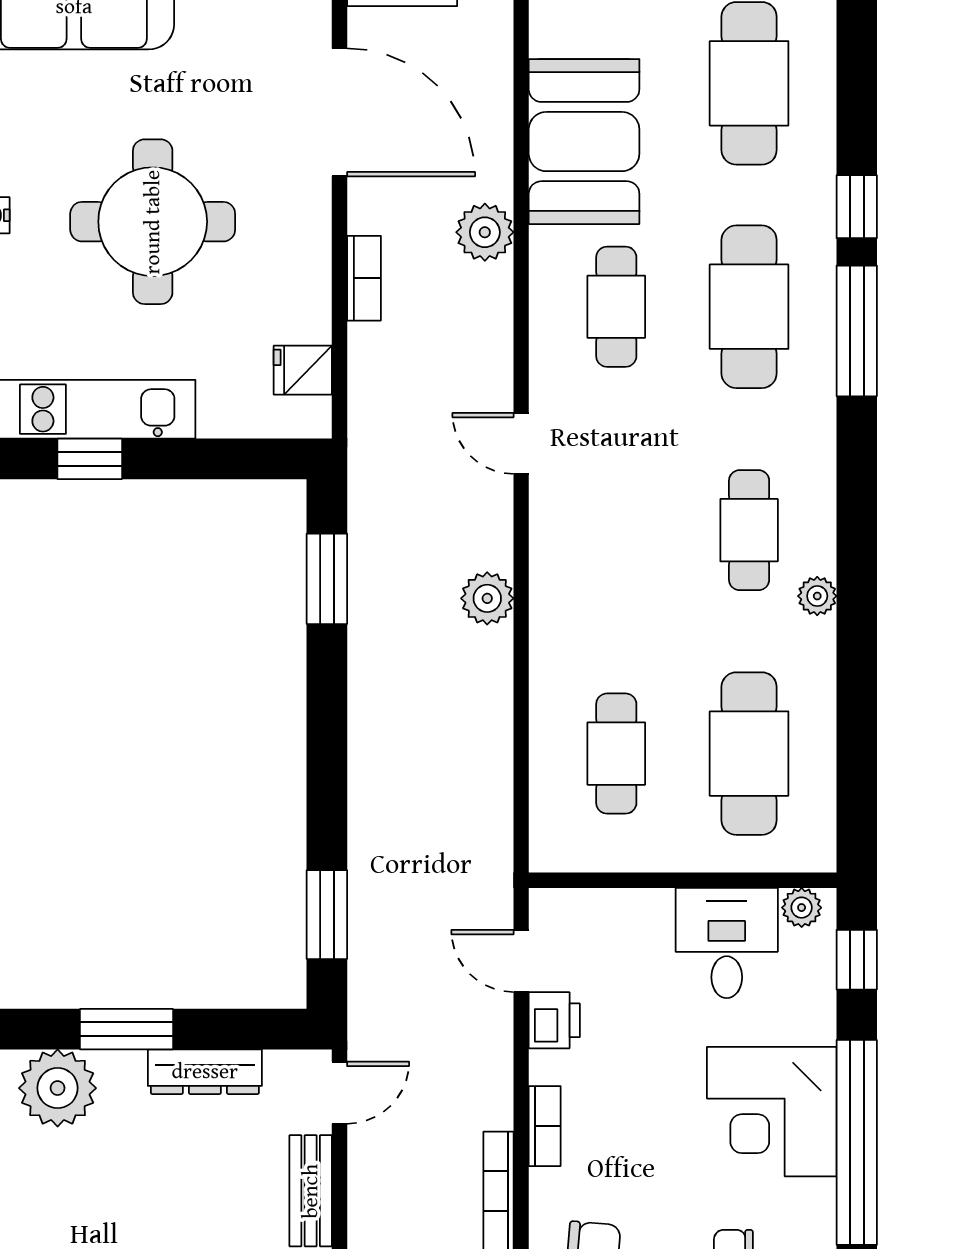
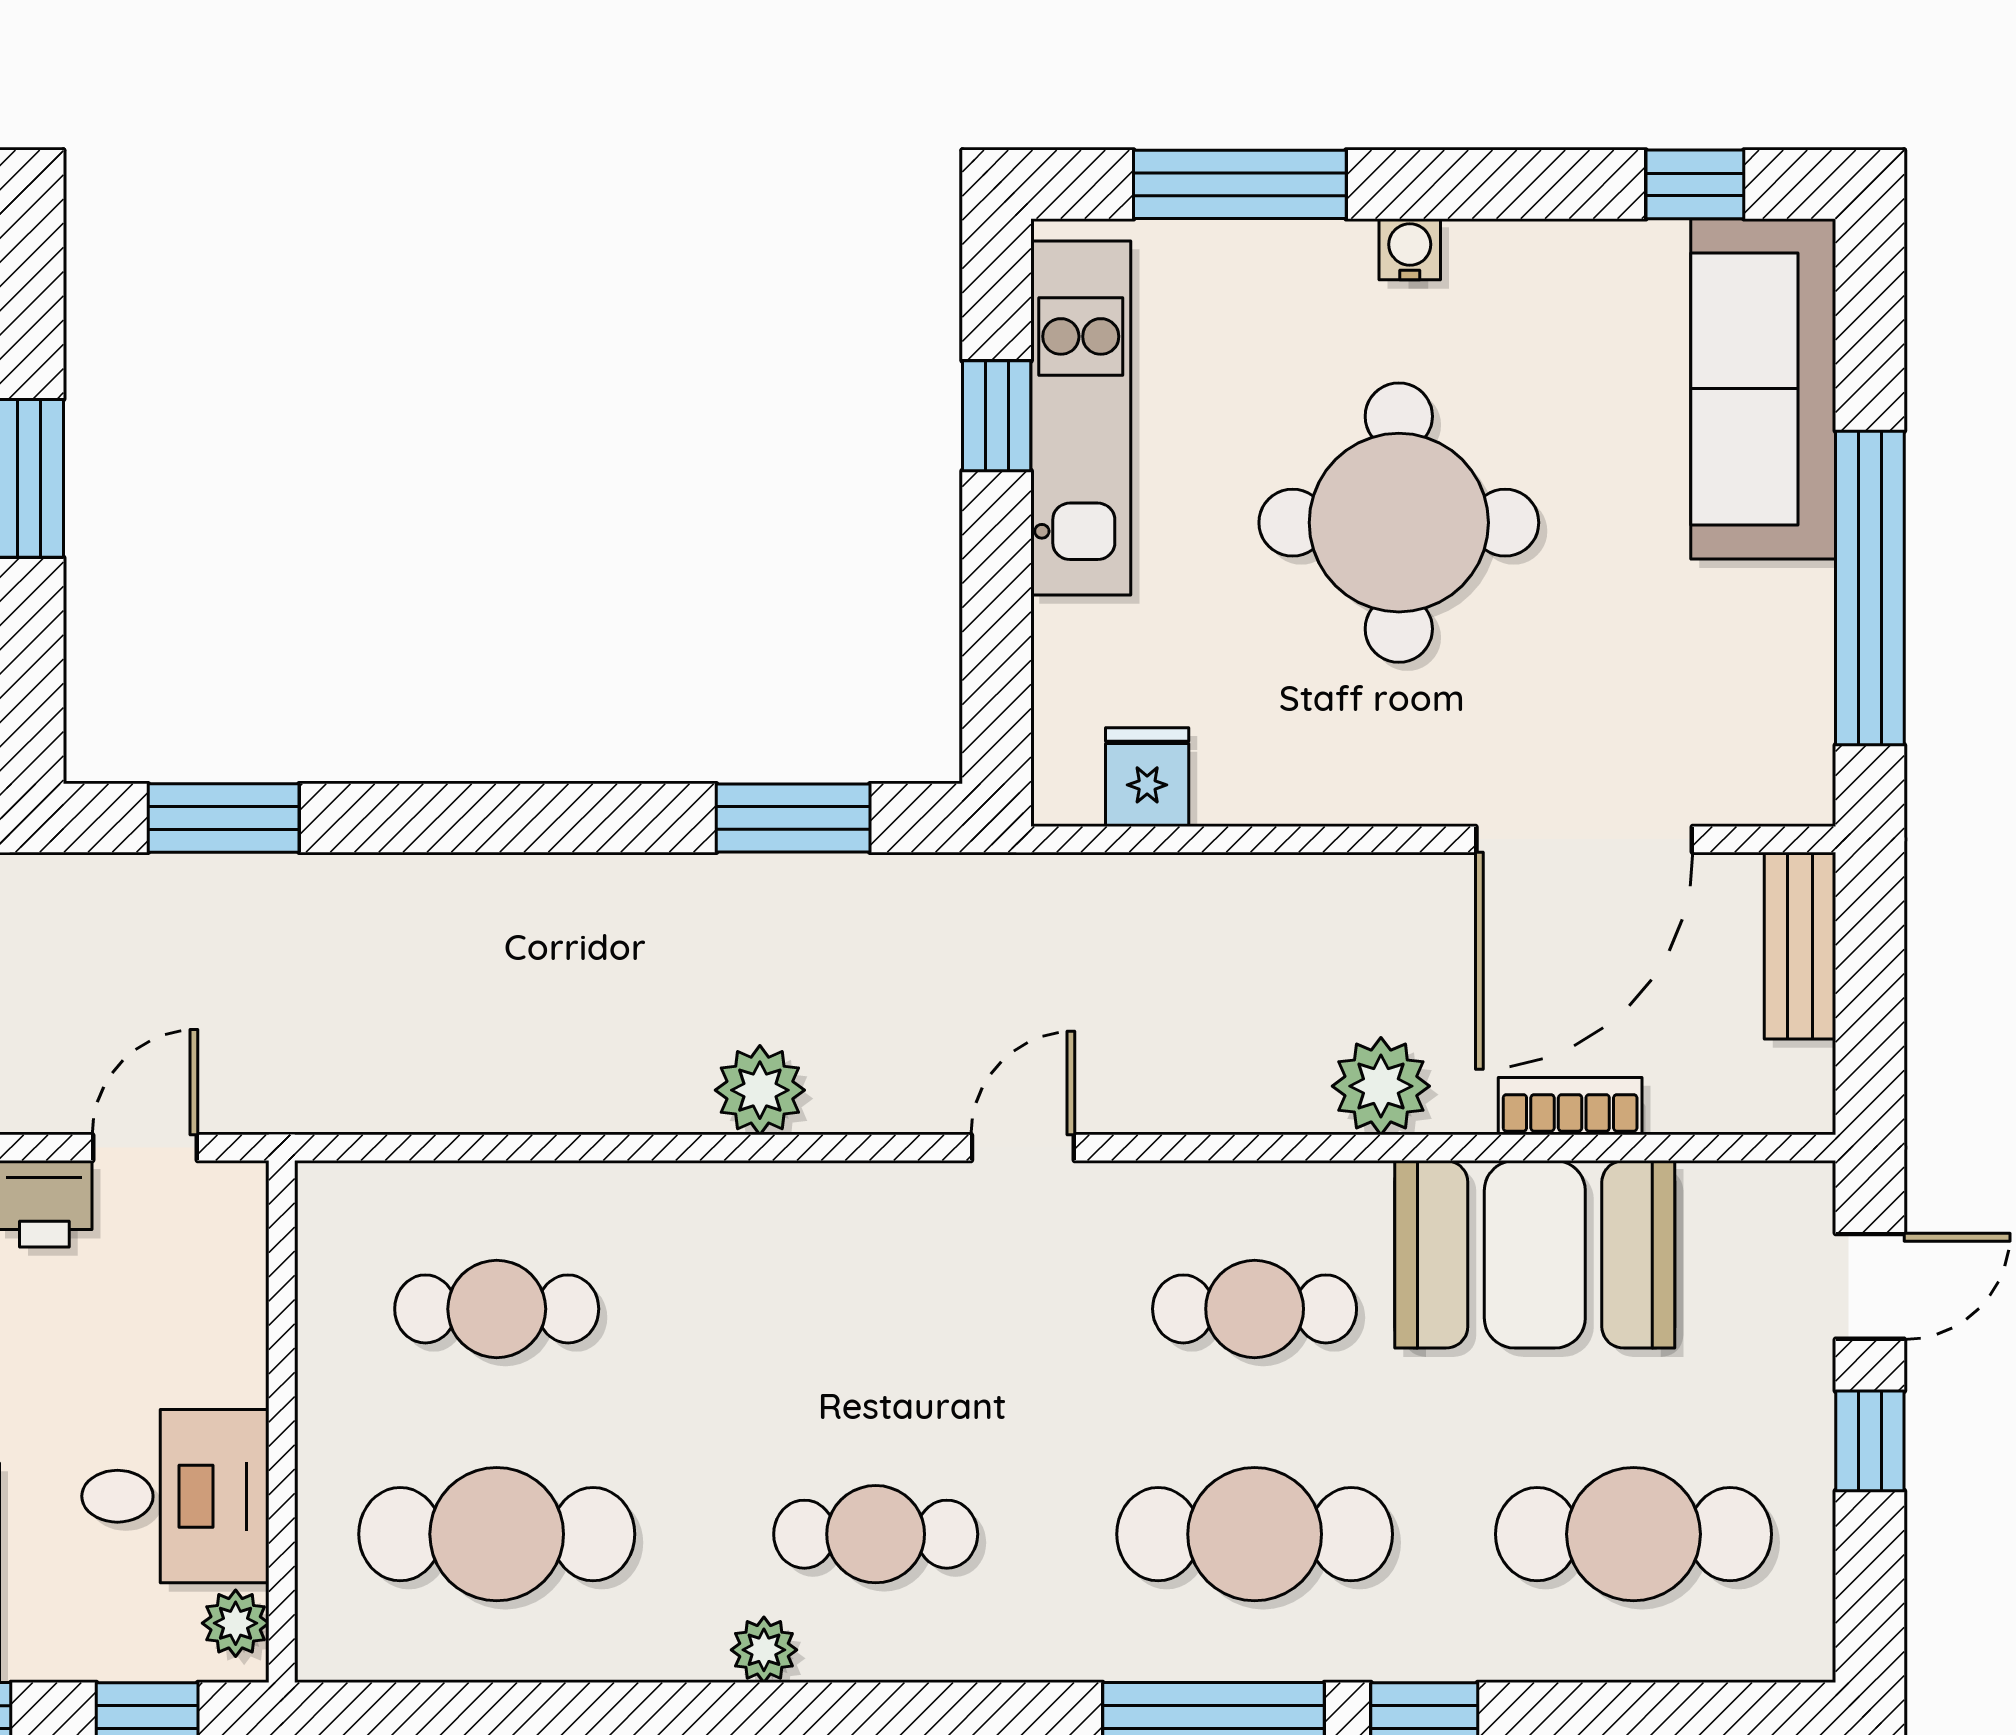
bookcase: (364, 278) -> (1570, 1106), moved, turned 180

